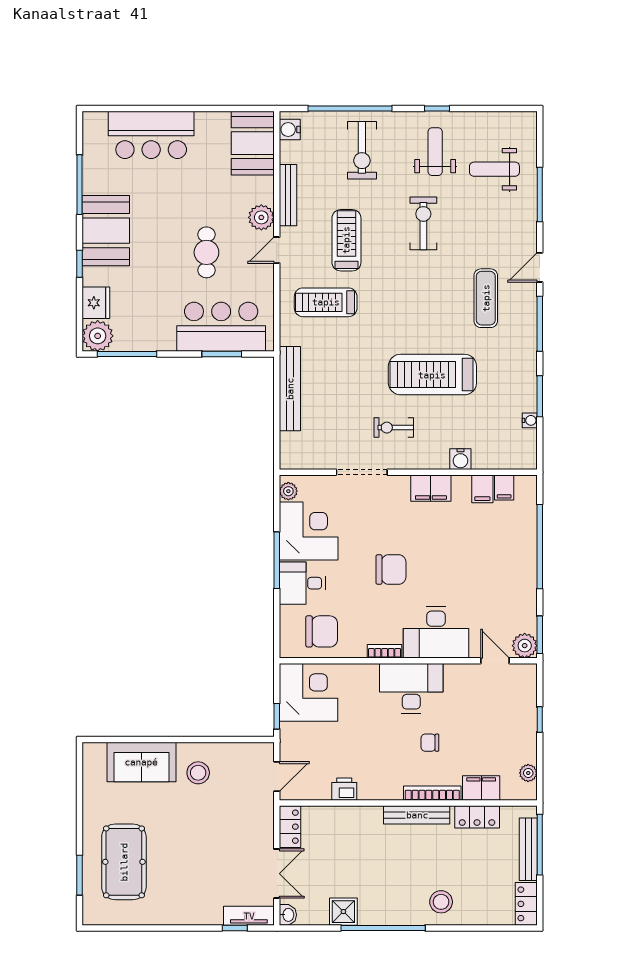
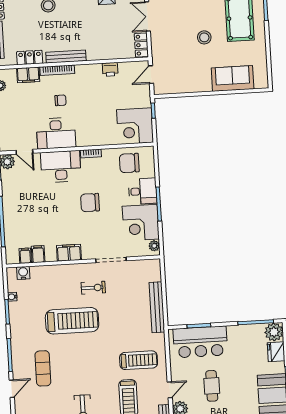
water cooler: (460, 459) -> (23, 273), moved
desk: (411, 688) -> (56, 133), moved
stool: (198, 773) -> (204, 37), moved

